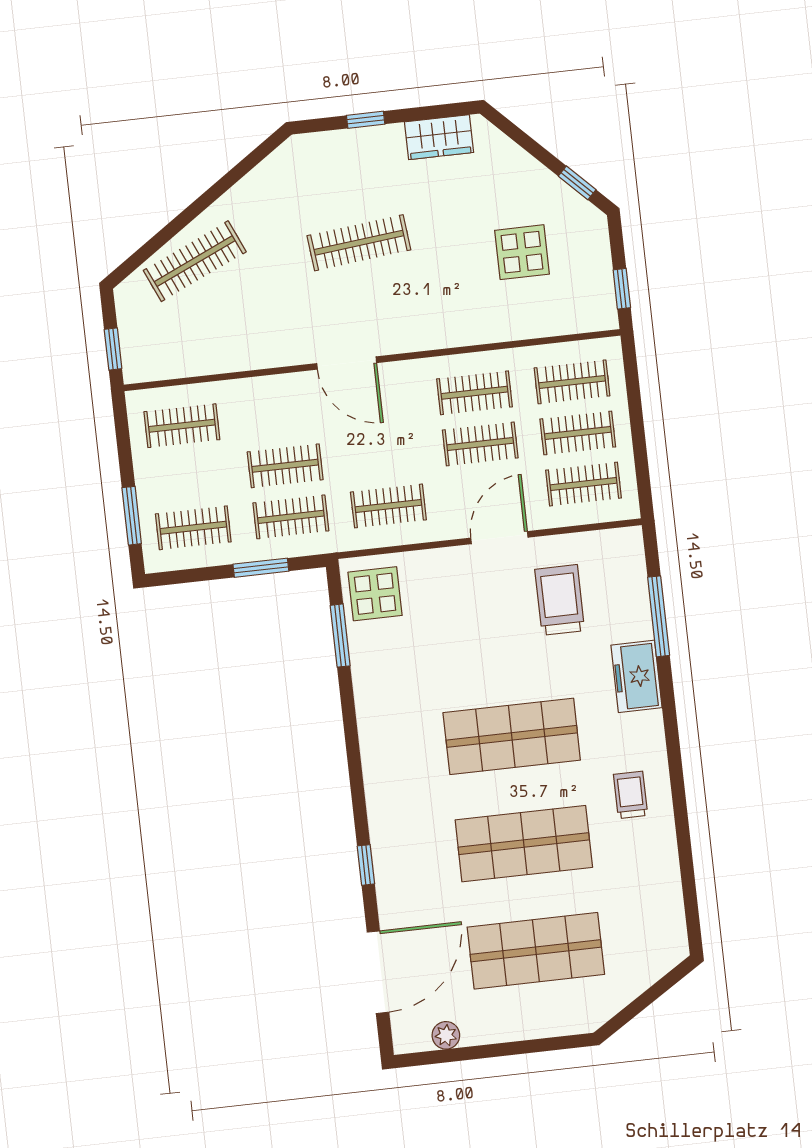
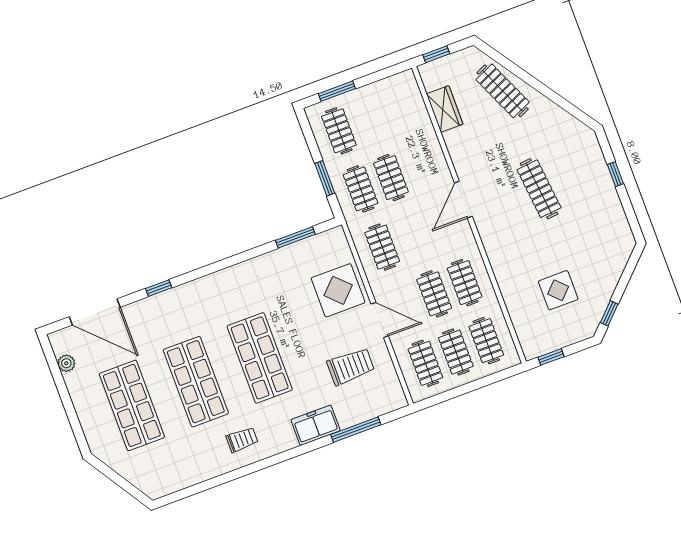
wardrobe: (439, 137) -> (445, 109), moved, turned 180
clothes rail: (182, 426) -> (400, 108), removed
display table: (375, 594) -> (338, 290), moved, width x1.36, depth x1.36

